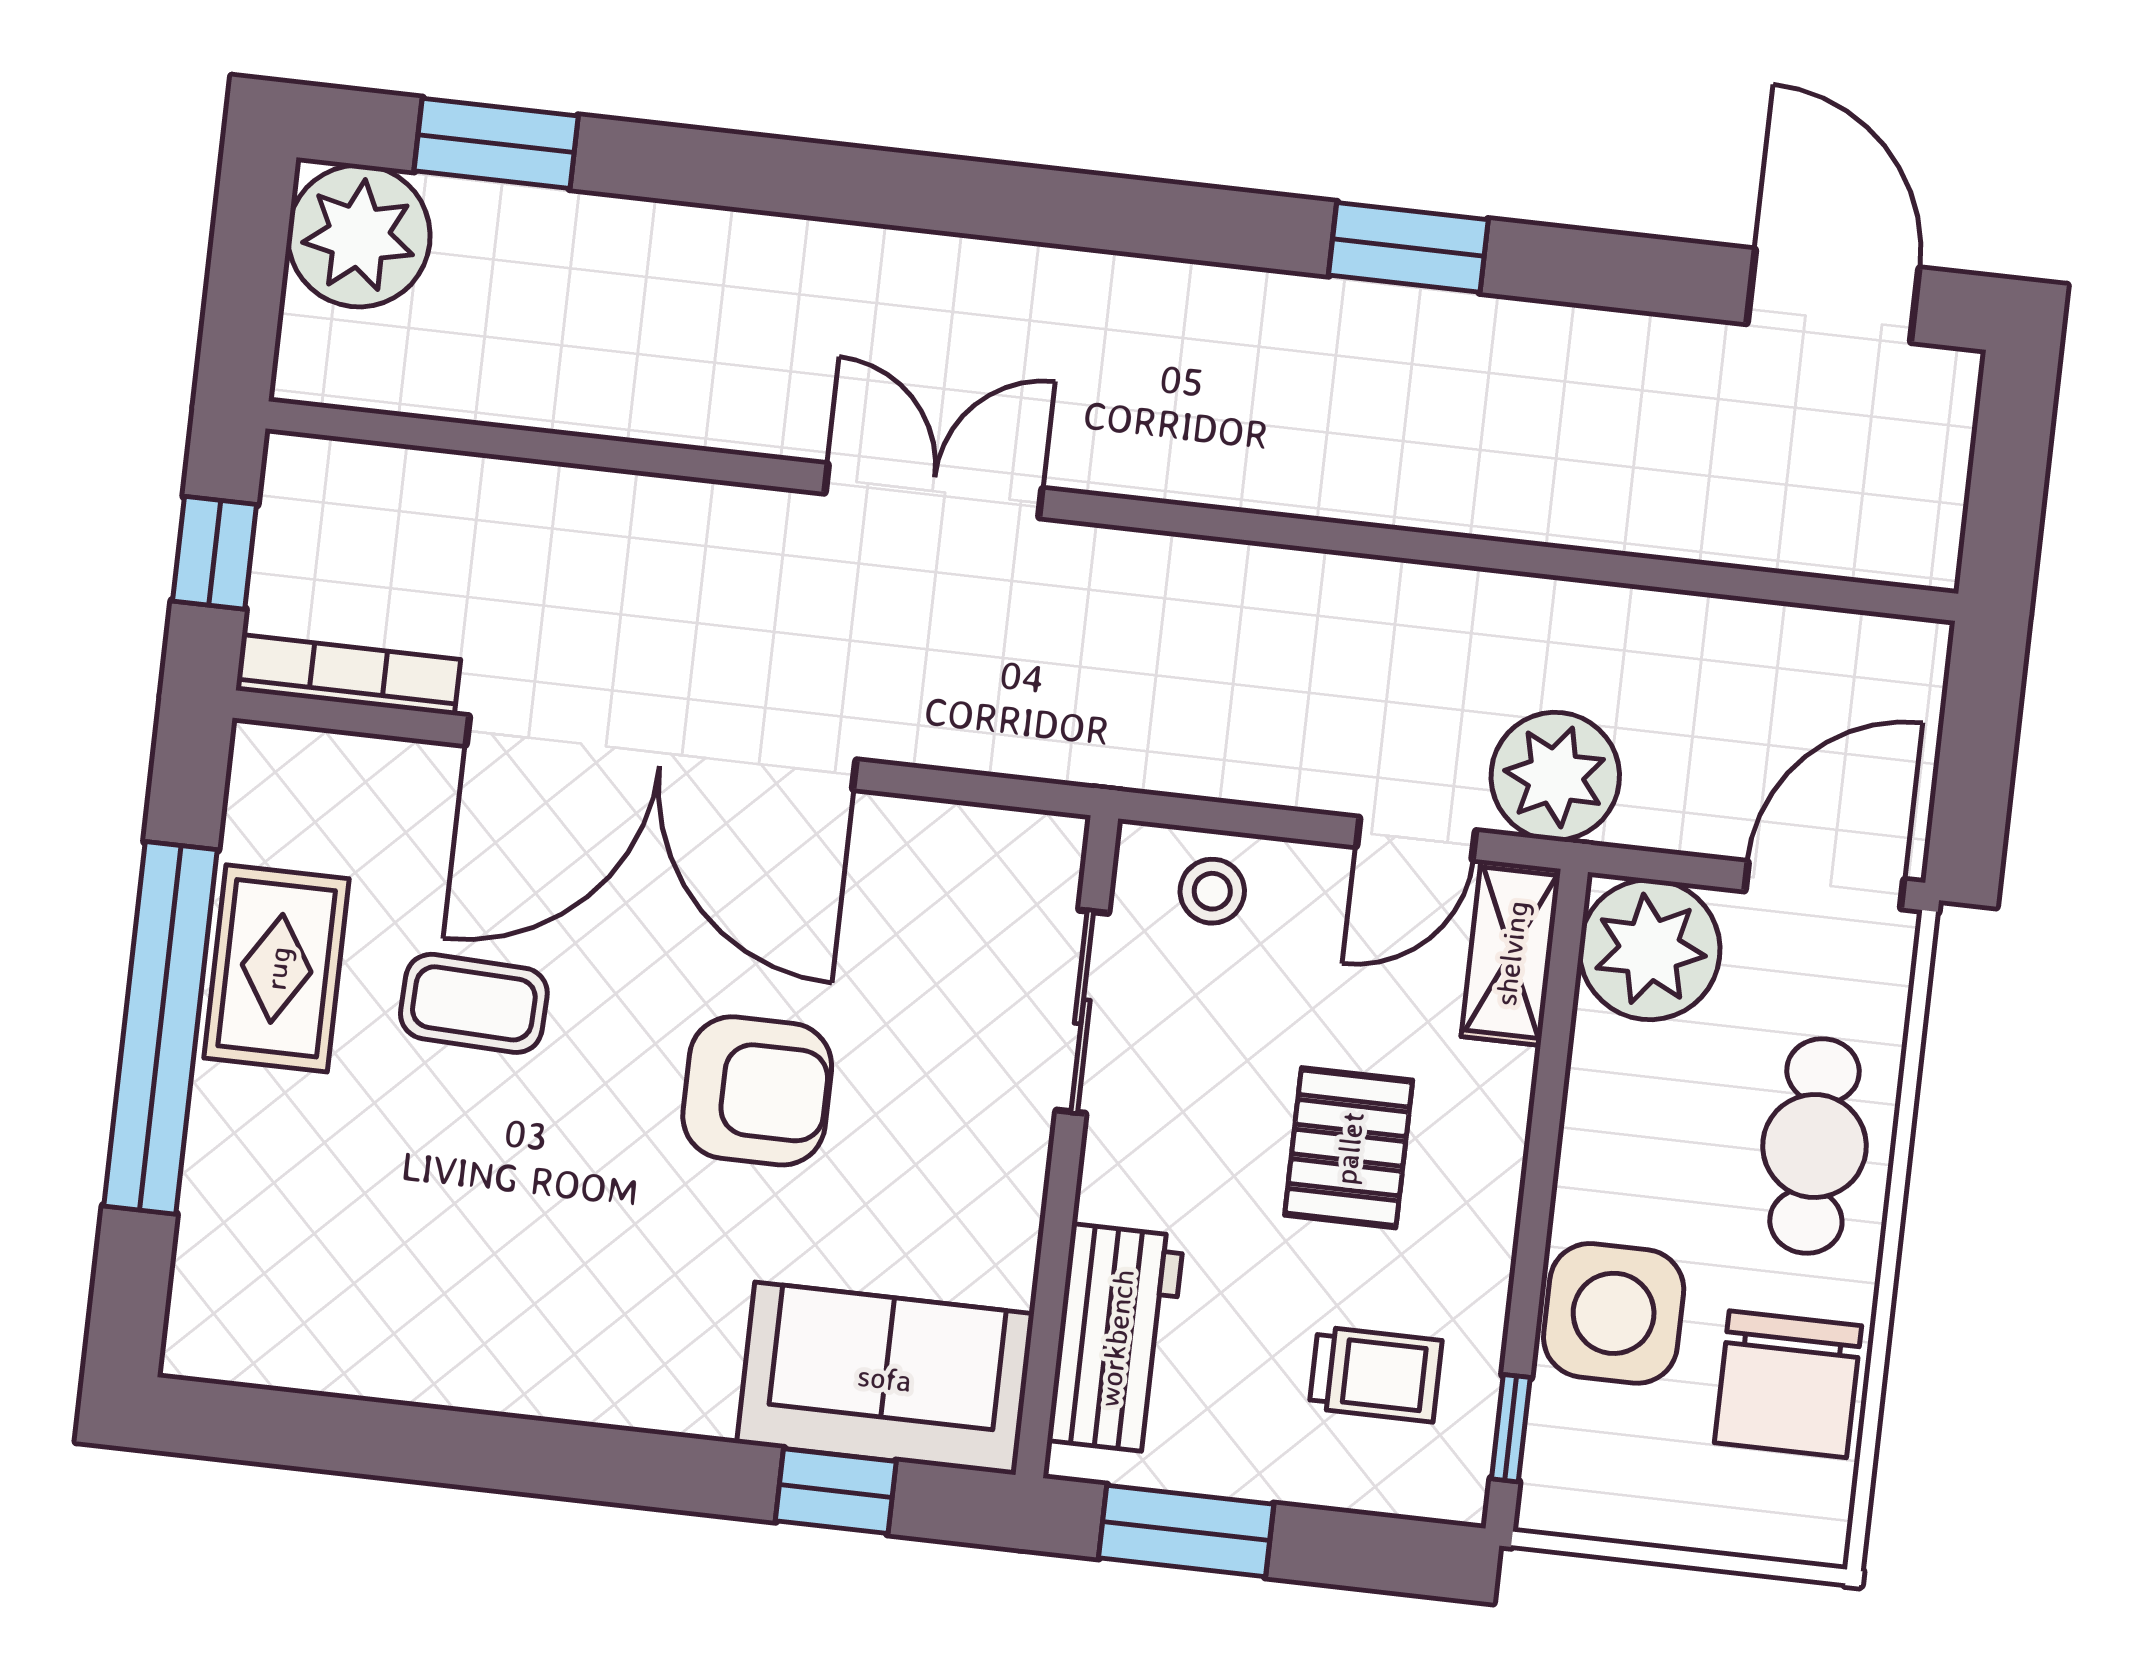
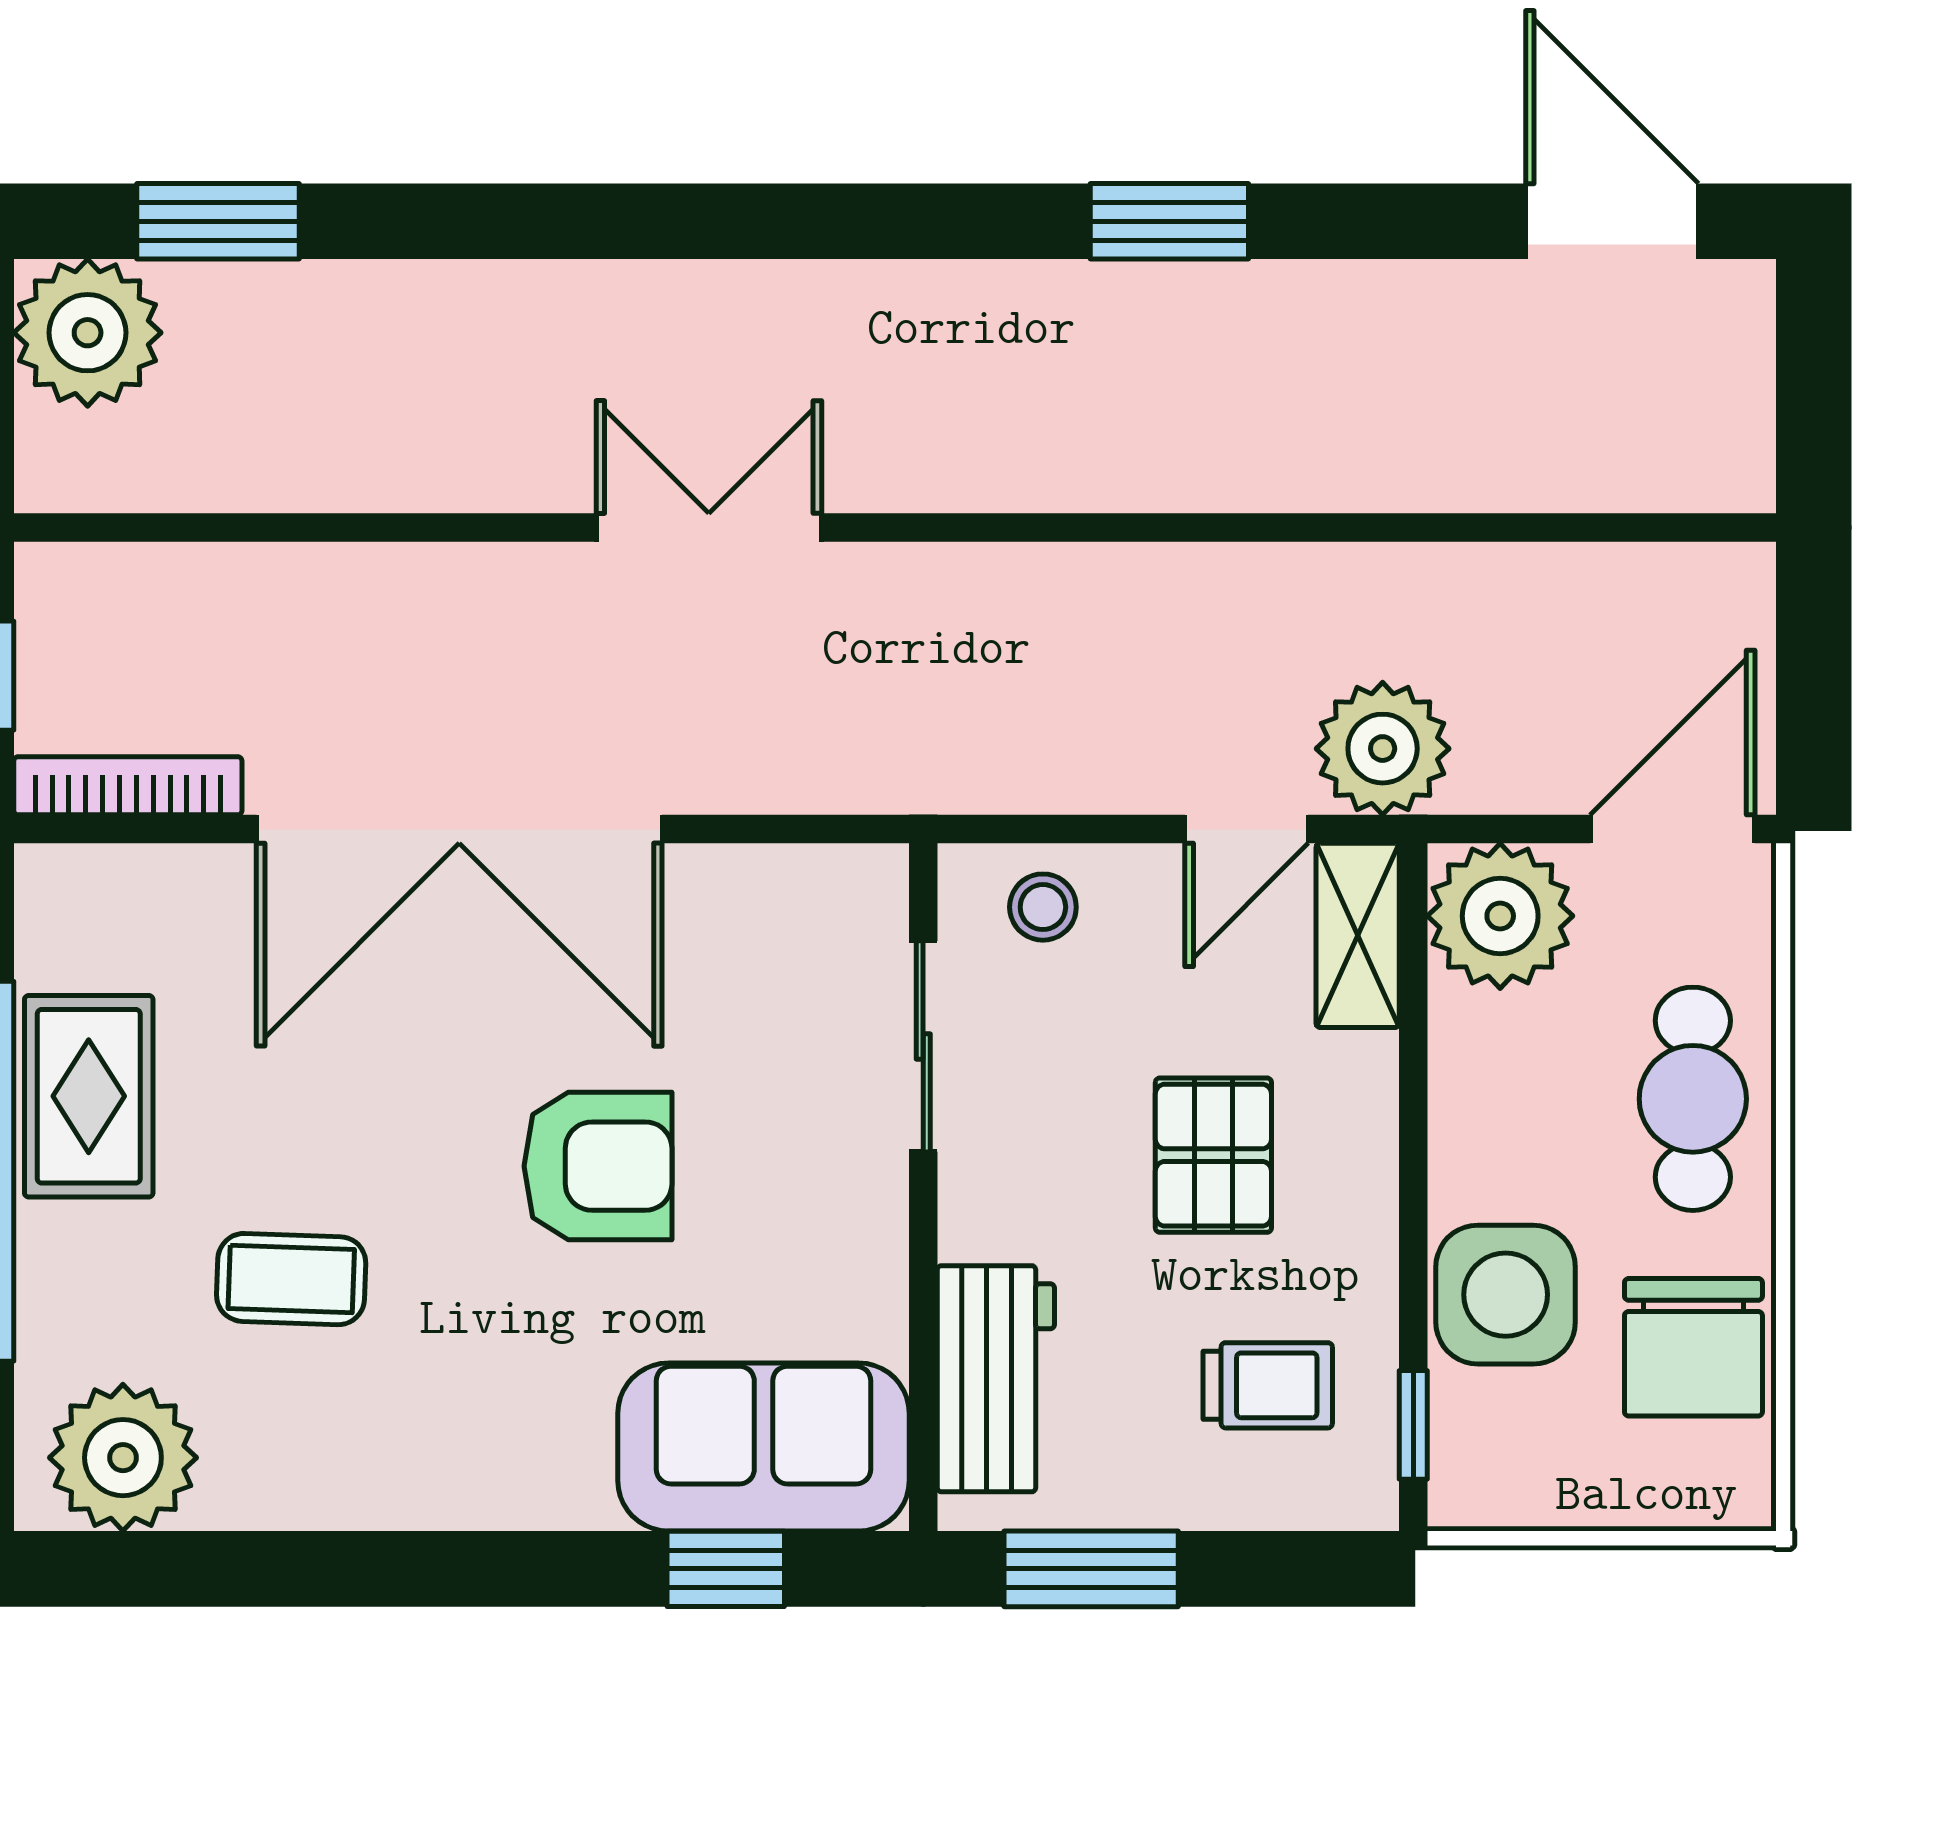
coffee table: (474, 1003) -> (291, 1279), moved
plant: (270, 1319) -> (123, 1458), added

